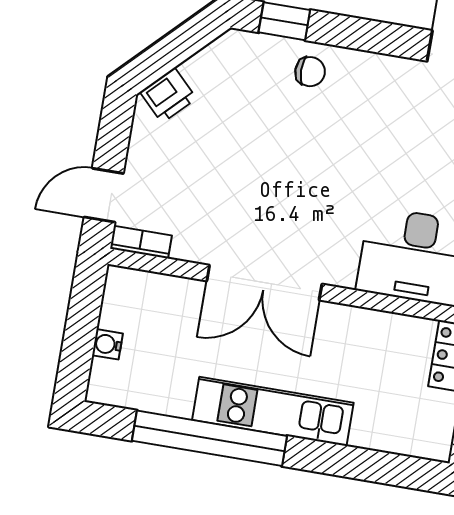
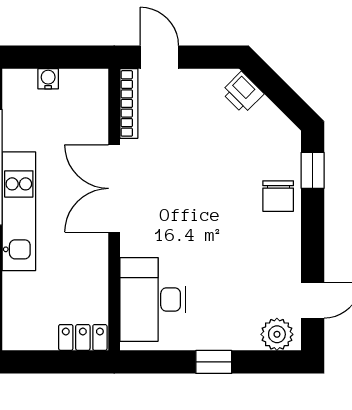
chair: (310, 72) -> (278, 196), width x1.37, depth x1.37
bookcase: (141, 242) -> (129, 103), width x1.56

